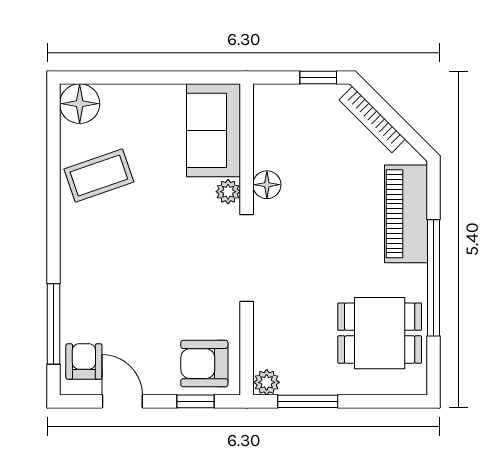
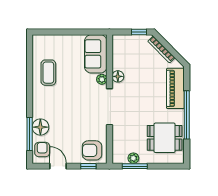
floor lamp: (80, 104) -> (40, 127), moved
coffee table: (99, 175) -> (48, 73), turned -71
plant: (267, 382) -> (133, 158), moved

